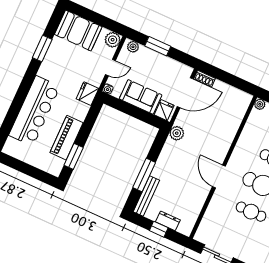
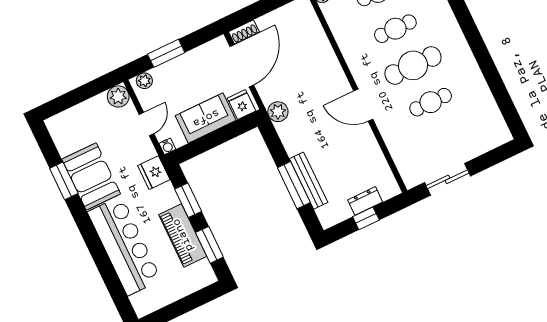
booth: (78, 31) -> (91, 177), moved, turned 90
window: (88, 125) -> (188, 200), added
bench: (146, 196) -> (309, 181), moved

